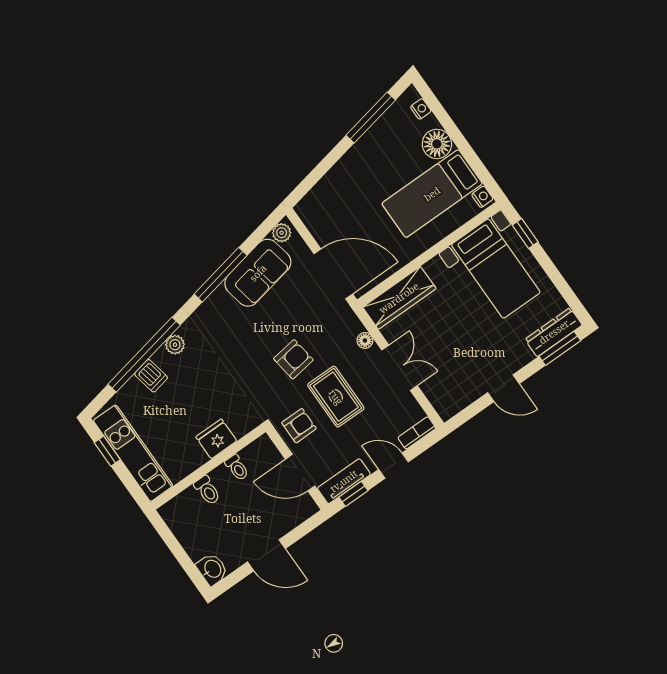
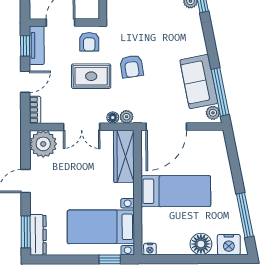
nightstand: (421, 109) -> (229, 245), width x1.89, depth x1.79
bed: (432, 194) -> (176, 191), moved, turned 90
window: (221, 275) -> (220, 92), moved
plant: (353, 326) -> (126, 117), added
plant: (448, 397) -> (43, 144), added

